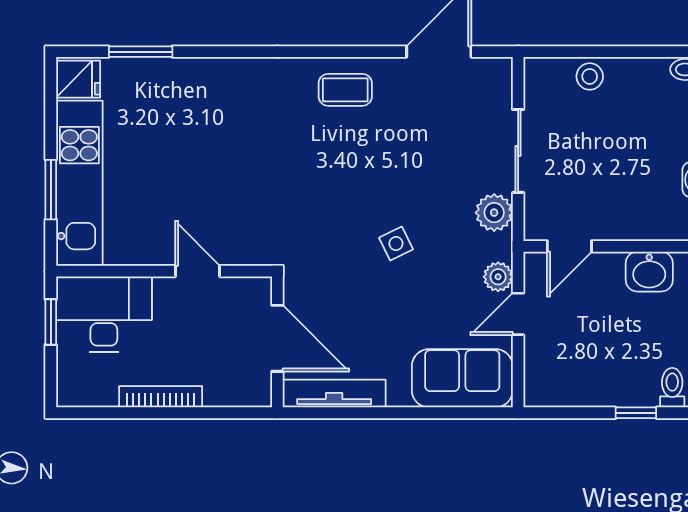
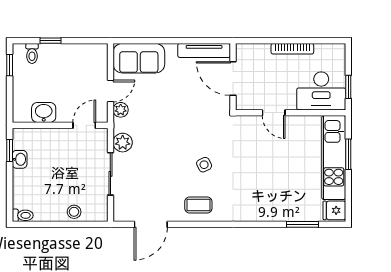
side table: (396, 244) -> (204, 165), moved

